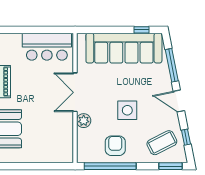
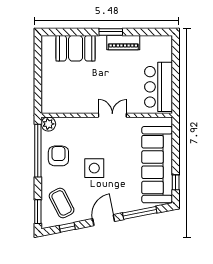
double door: (75, 92) -> (112, 115), width x0.73
plant: (84, 121) -> (48, 124), moved
armchair: (115, 146) -> (58, 156), turned -90

